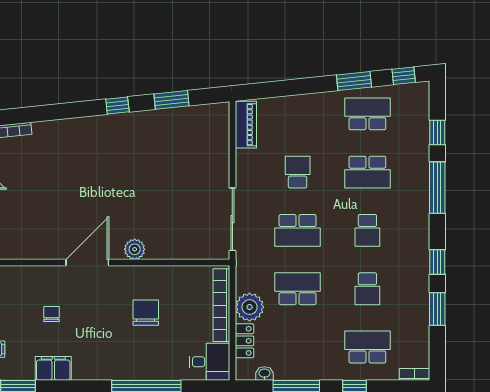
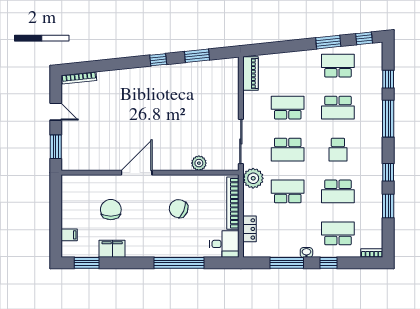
school desk: (298, 172) -> (288, 108), width x1.85
plant: (135, 249) -> (199, 163), moved
school desk: (367, 289) -> (338, 191), width x1.85
plant: (250, 307) -> (253, 178), moved
chair: (146, 313) -> (179, 209), turned -67
chair: (52, 314) -> (111, 210), width x1.87, depth x1.87
washbasin: (264, 374) -> (306, 252), moved

